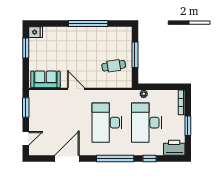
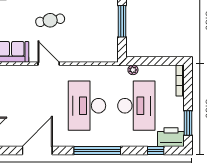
cafe table: (114, 66) -> (50, 20), moved
desk: (146, 123) -> (136, 106), turned 180
window: (188, 126) -> (188, 123), moved
window: (150, 158) -> (156, 150), moved

